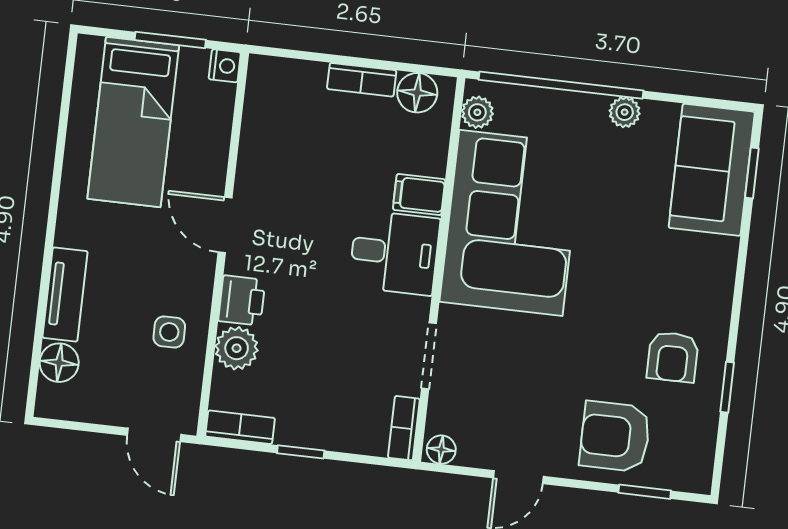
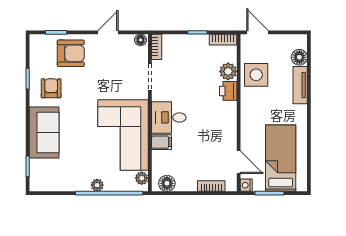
bookcase: (362, 80) -> (211, 186), moved
plant: (625, 112) -> (97, 185), moved
sofa: (712, 170) -> (44, 132), moved
door: (225, 225) -> (239, 162), moved
side table: (169, 332) -> (256, 75), width x1.87, depth x1.87

